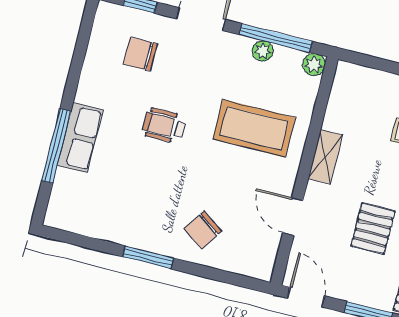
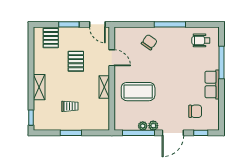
plant: (314, 65) -> (153, 126), moved
wheelchair: (164, 126) -> (201, 40), moved, turned 180
row of seats: (80, 138) -> (212, 84), moved
window: (148, 257) -> (170, 24), width x1.44

